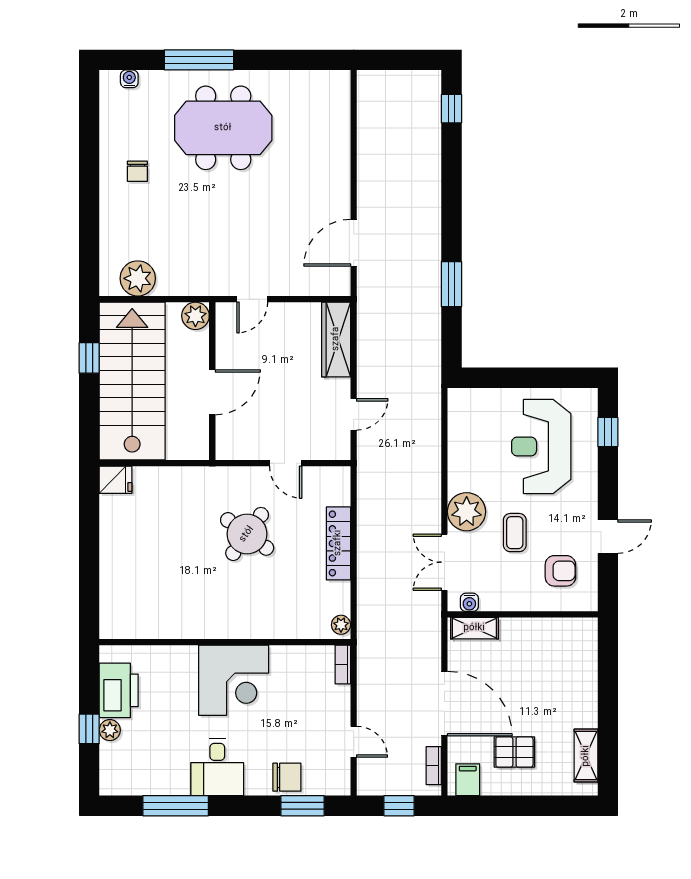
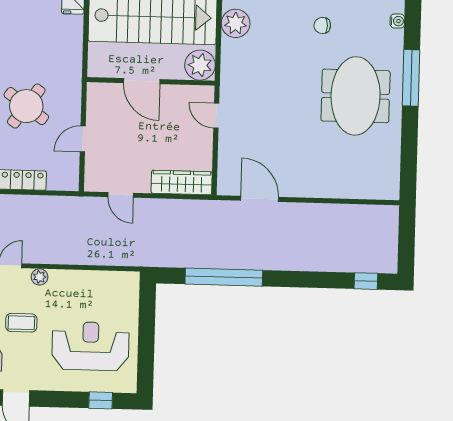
window: (451, 284) -> (224, 277), width x2.11
plant: (195, 316) -> (200, 65), width x1.36, depth x1.36
plant: (467, 512) -> (40, 277), width x0.53, depth x0.53

